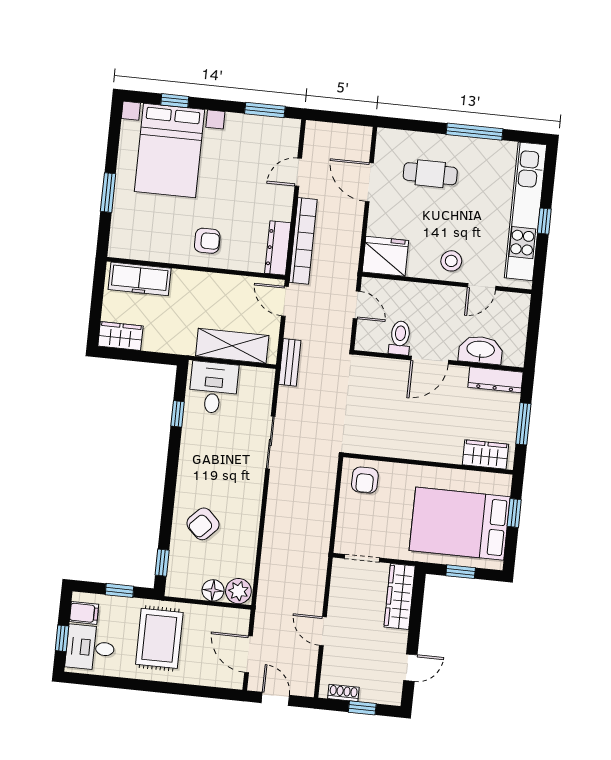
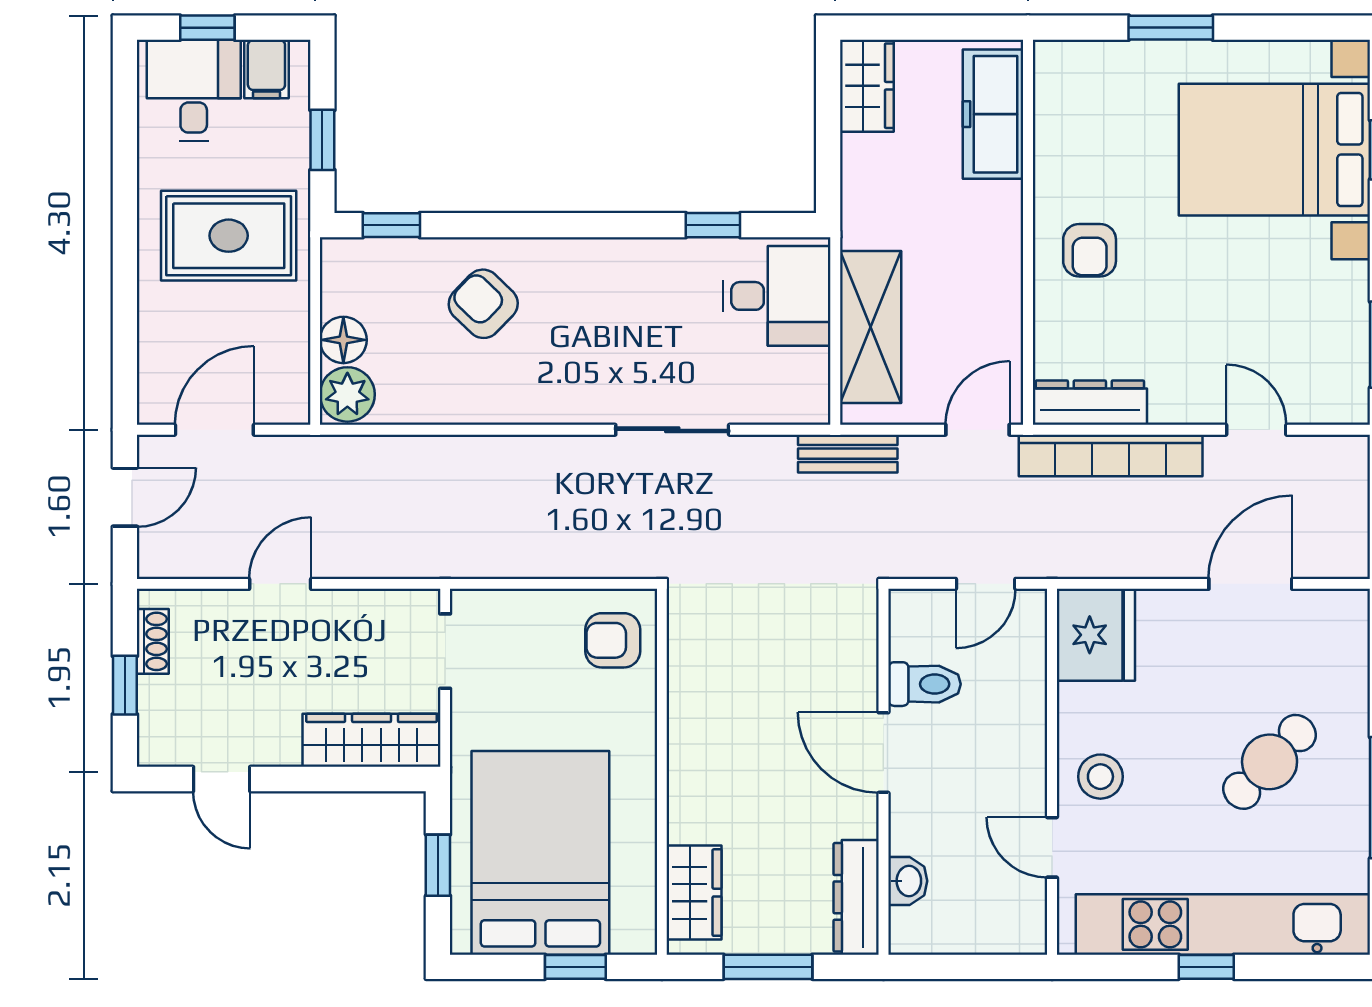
cafe table: (430, 174) -> (1270, 762), moved, turned 44
washbasin: (481, 350) -> (908, 881), width x0.52, depth x0.69

